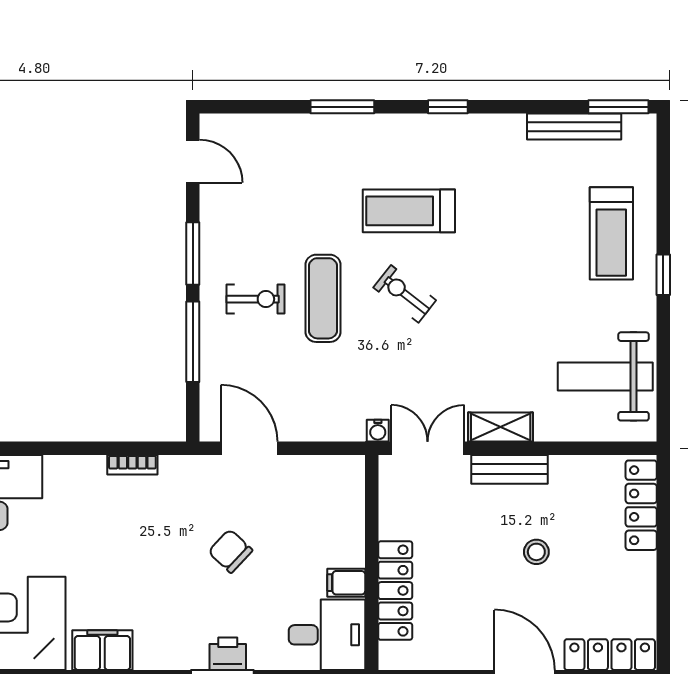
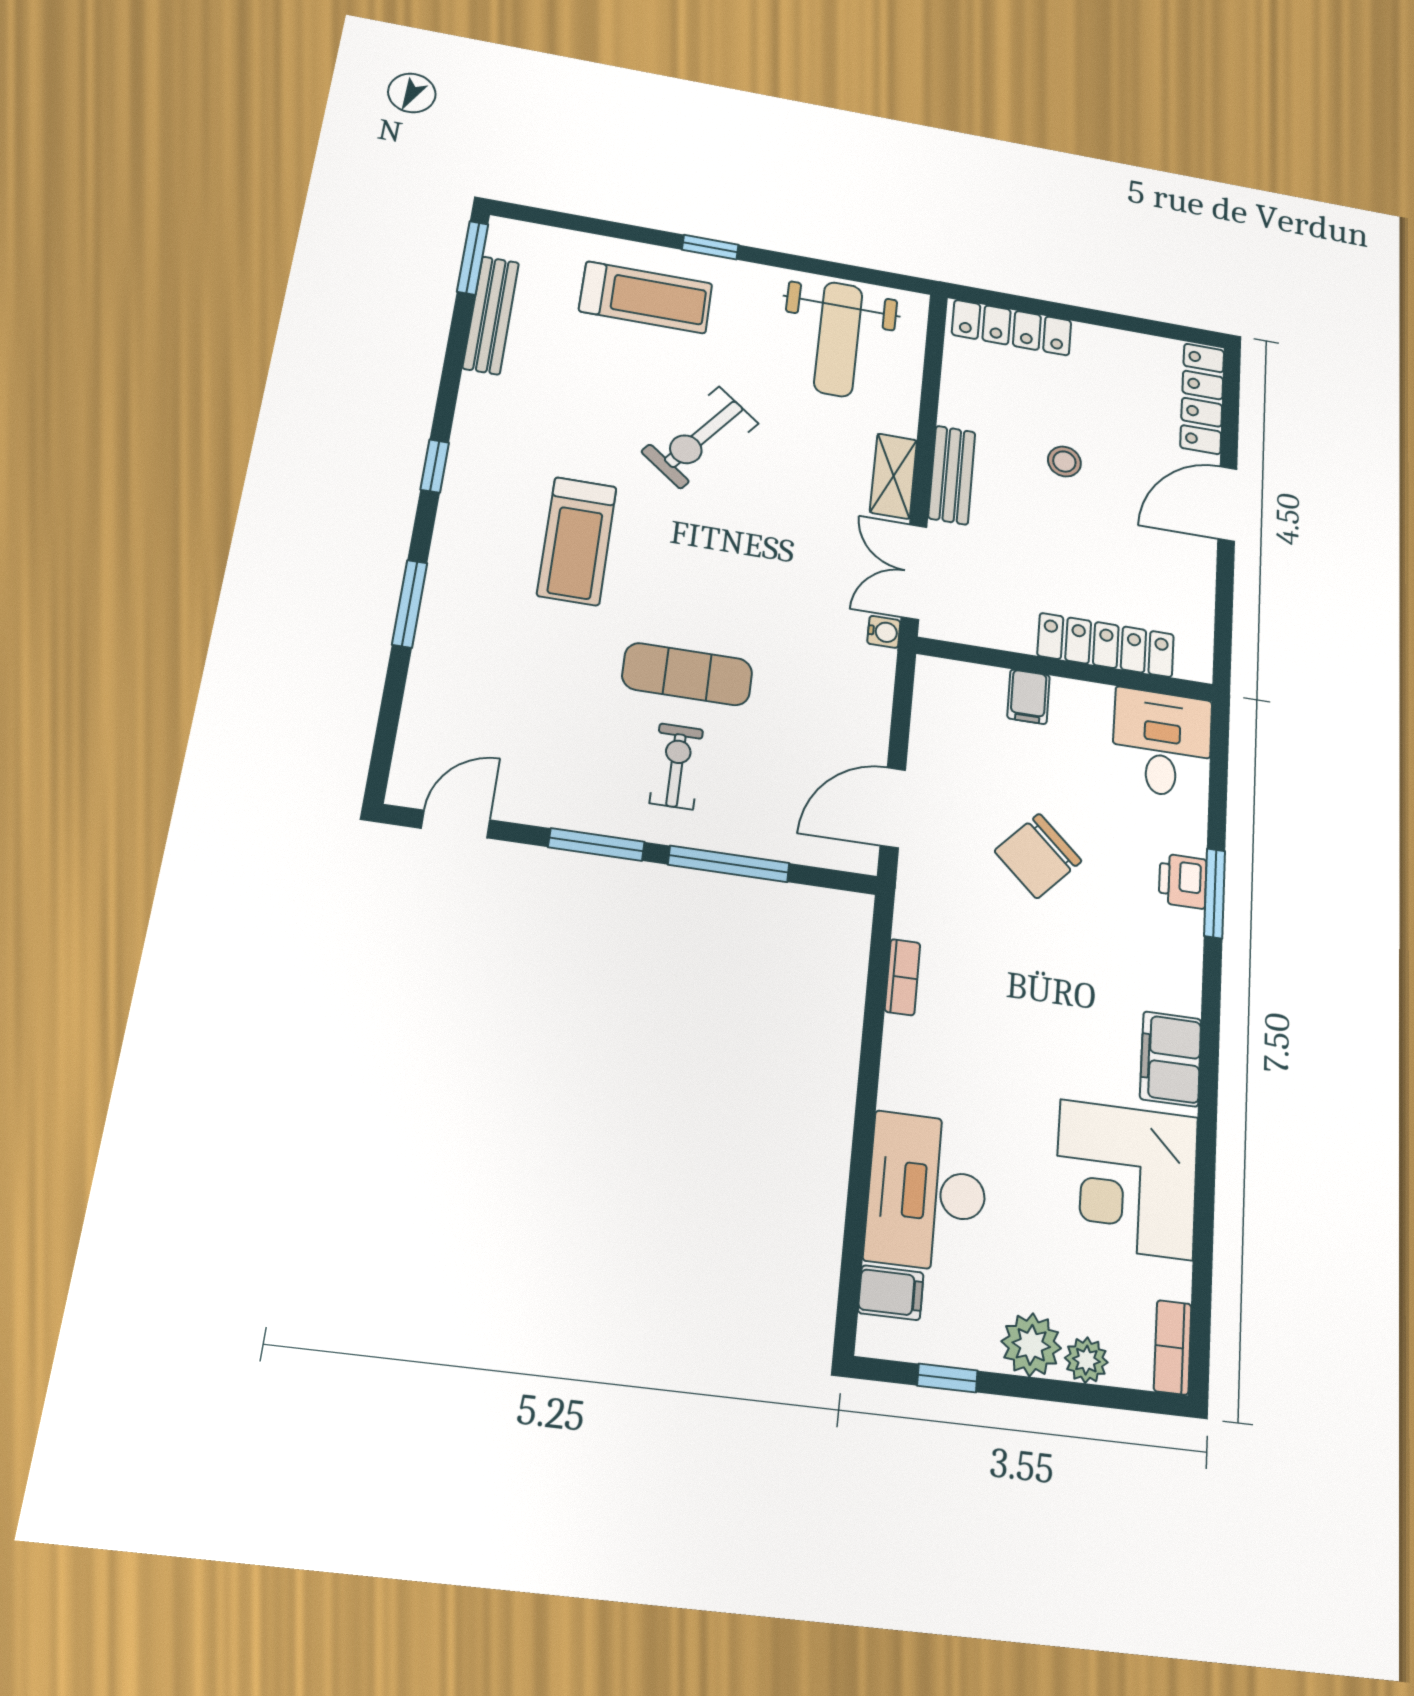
exercise bike: (405, 294) -> (700, 437), moved, width x1.38, depth x1.39
chair: (230, 551) -> (1038, 856), width x1.37, depth x1.37
filing cabinet: (346, 583) -> (1029, 697), moved

